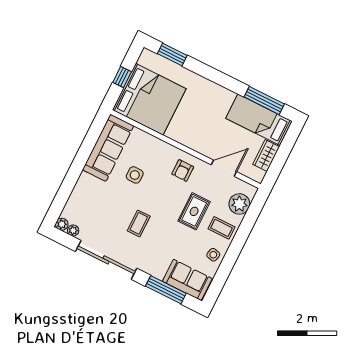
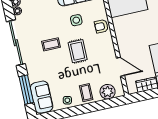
armchair: (183, 170) -> (101, 26), moved
rug: (194, 211) -> (78, 51), moved, turned 90

